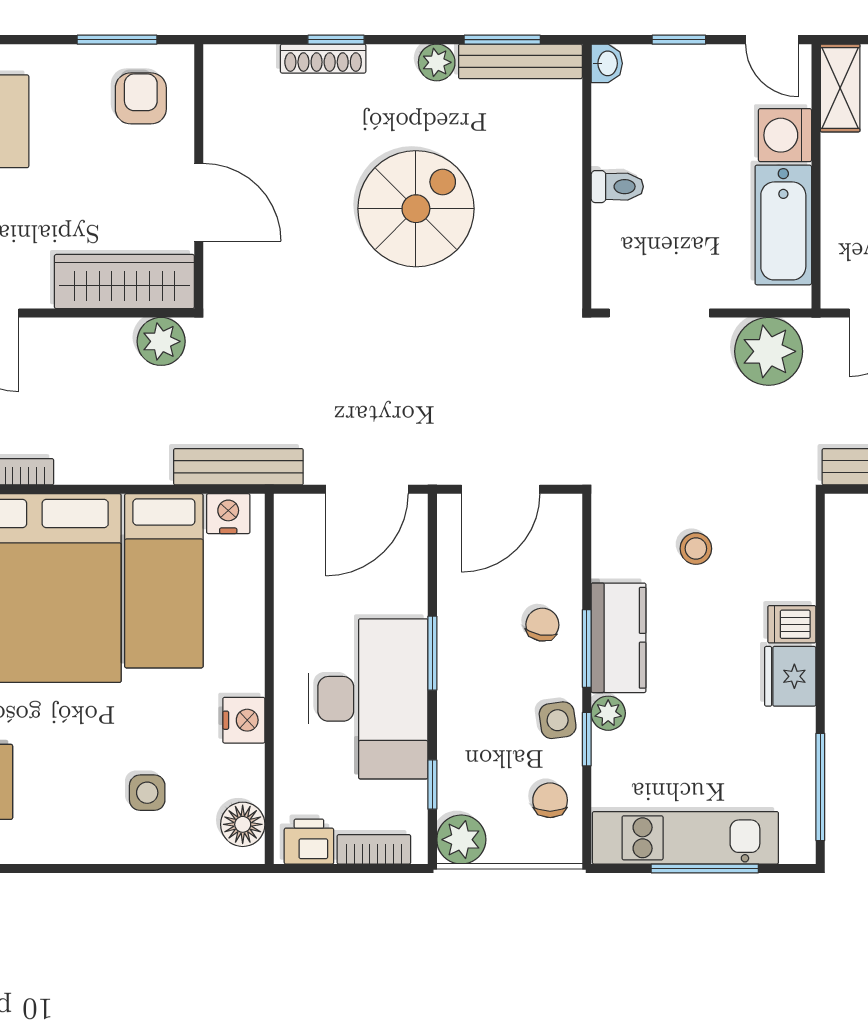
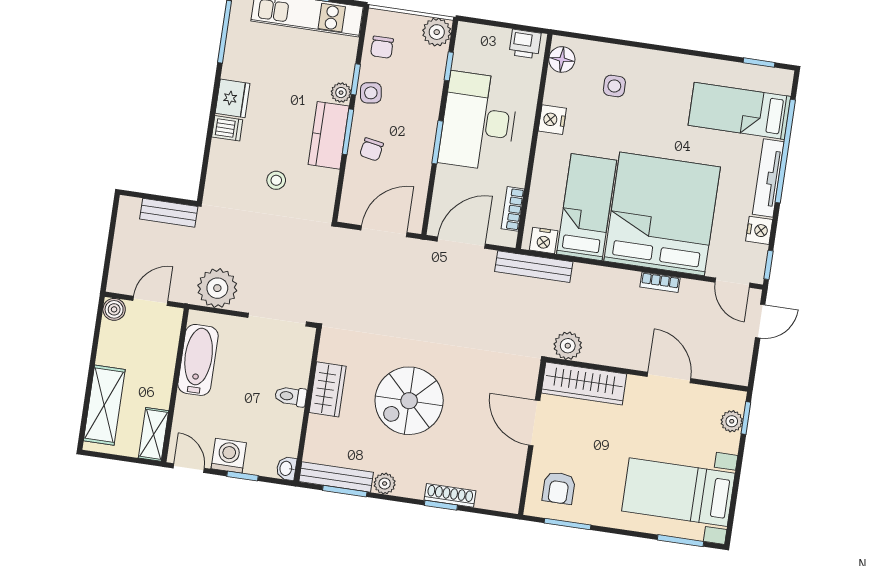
washing machine: (785, 135) -> (229, 456), moved, turned -90
wardrobe: (557, 208) -> (328, 389), added
bookcase: (374, 849) -> (513, 209), moved, turned 90

